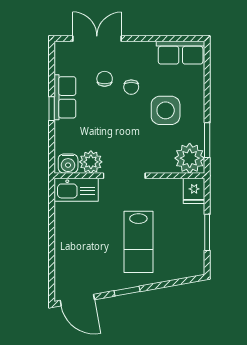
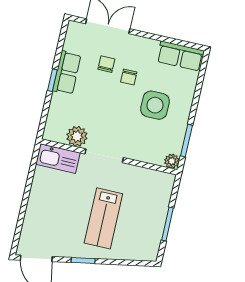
plant: (190, 158) -> (172, 161), width x0.53, depth x0.53
water cooler: (68, 164) -> (56, 133), removed
fridge: (194, 191) -> (164, 184), removed

